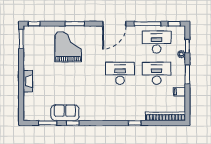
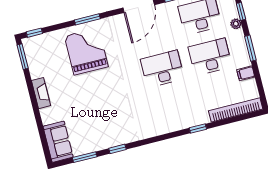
fireplace: (28, 81) -> (41, 93), moved
sofa: (65, 113) -> (58, 142), moved, turned 90

